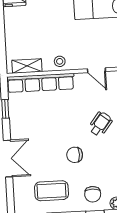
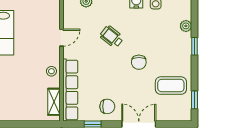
coffee table: (51, 191) -> (171, 86), turned 90
chair: (93, 194) -> (107, 106), moved

